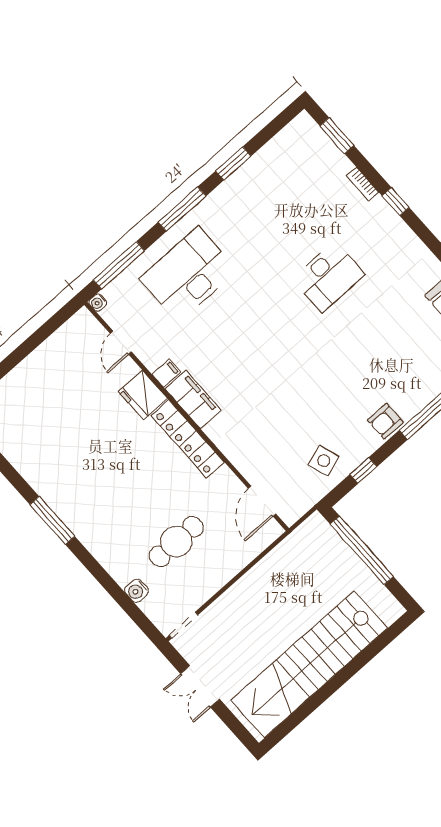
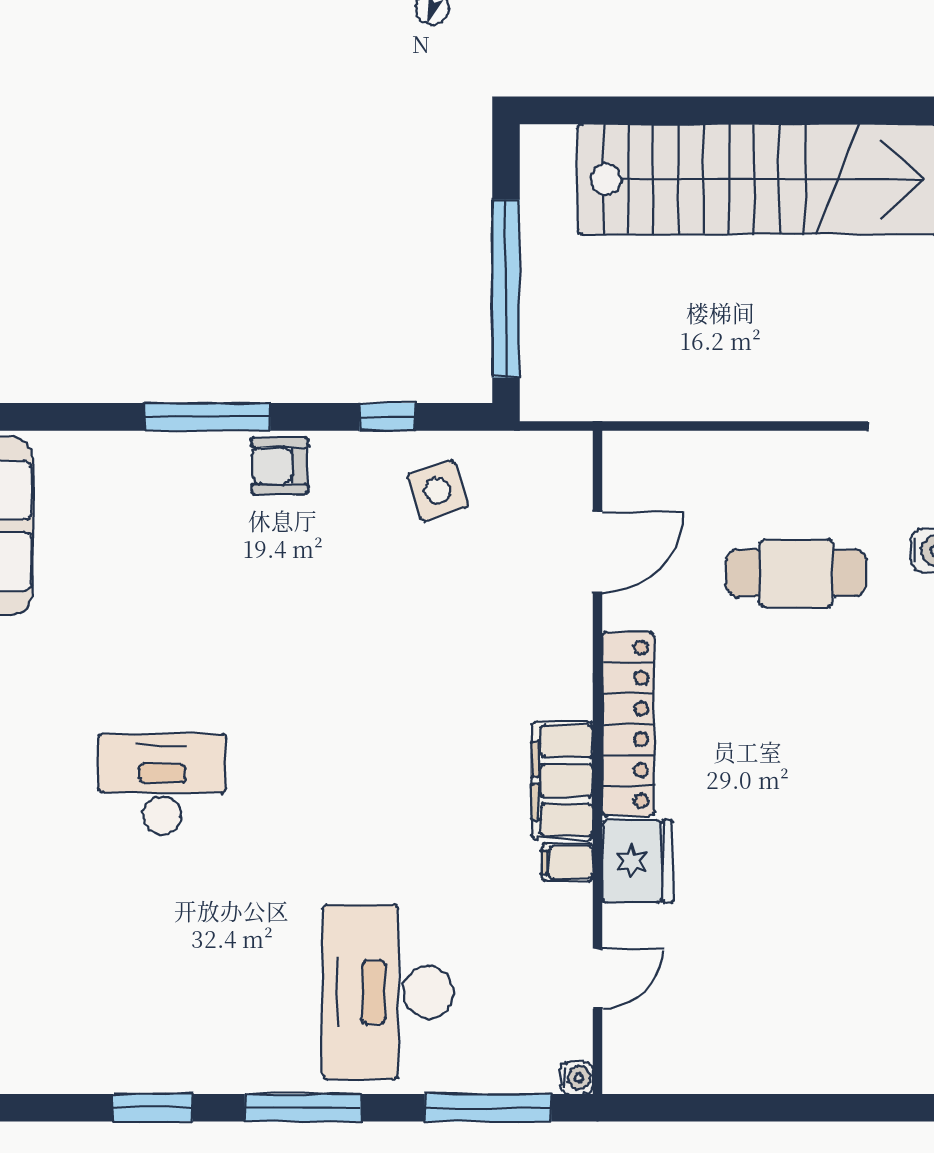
desk: (188, 274) -> (388, 992), turned 90
armchair: (385, 421) -> (280, 466), turned 180
door: (262, 501) -> (598, 552), moved

